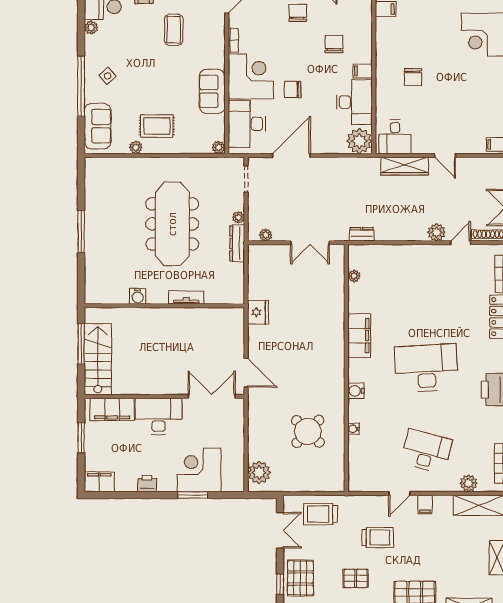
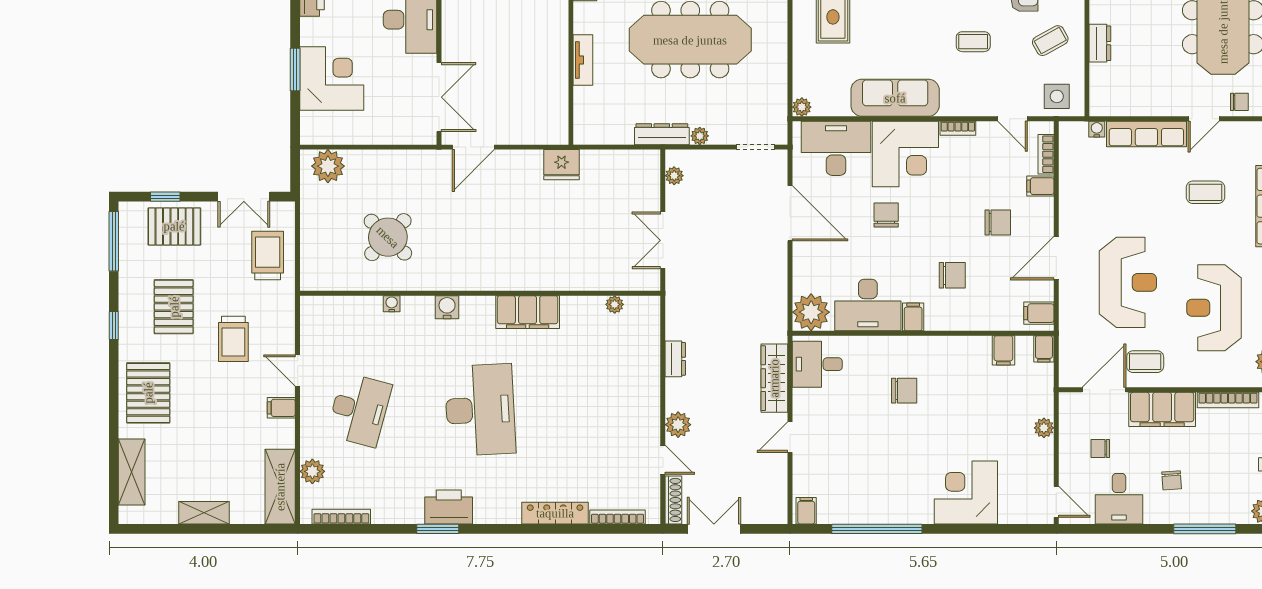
coffee table: (174, 30) -> (973, 42), width x0.73, depth x0.77
chair: (413, 77) -> (904, 391), turned 180
sofa: (212, 91) -> (895, 98), width x1.36
dresser: (362, 234) -> (675, 359), moved
pallet: (356, 578) -> (174, 307), width x1.50, depth x1.42

